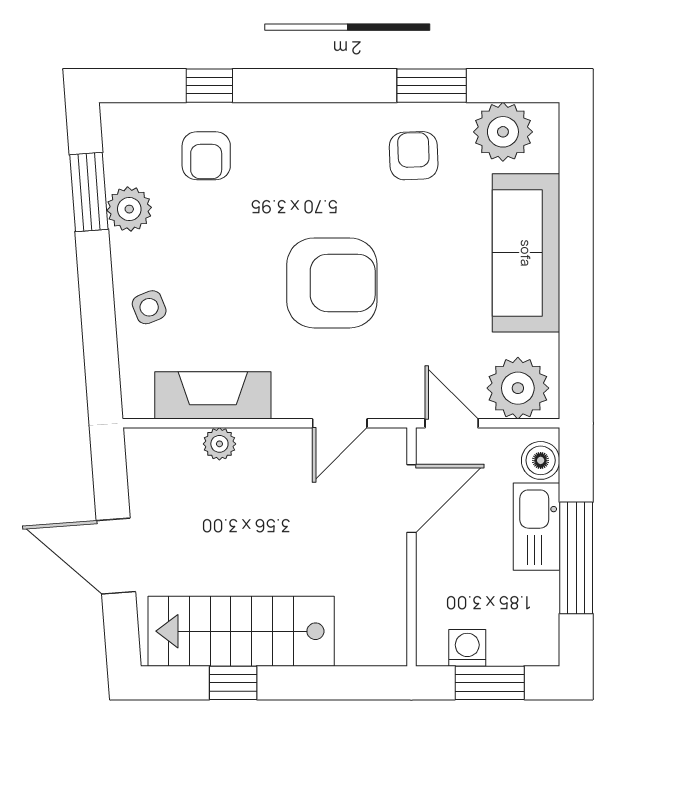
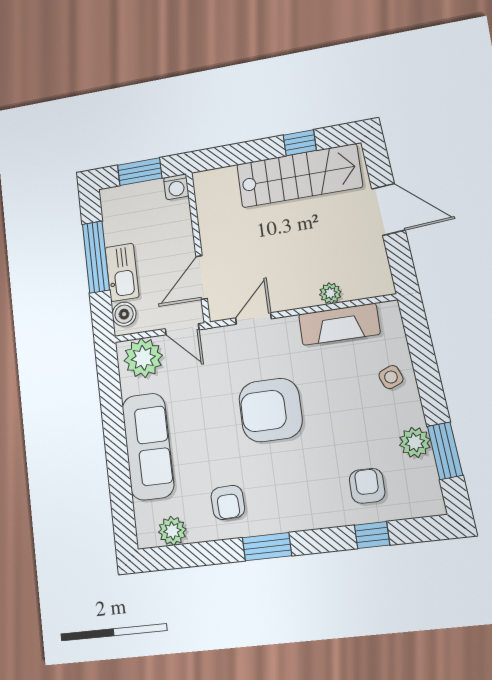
window: (432, 86) -> (267, 547), moved
plant: (503, 132) -> (172, 531), width x0.73, depth x0.73
washing machine: (467, 648) -> (176, 187), moved

